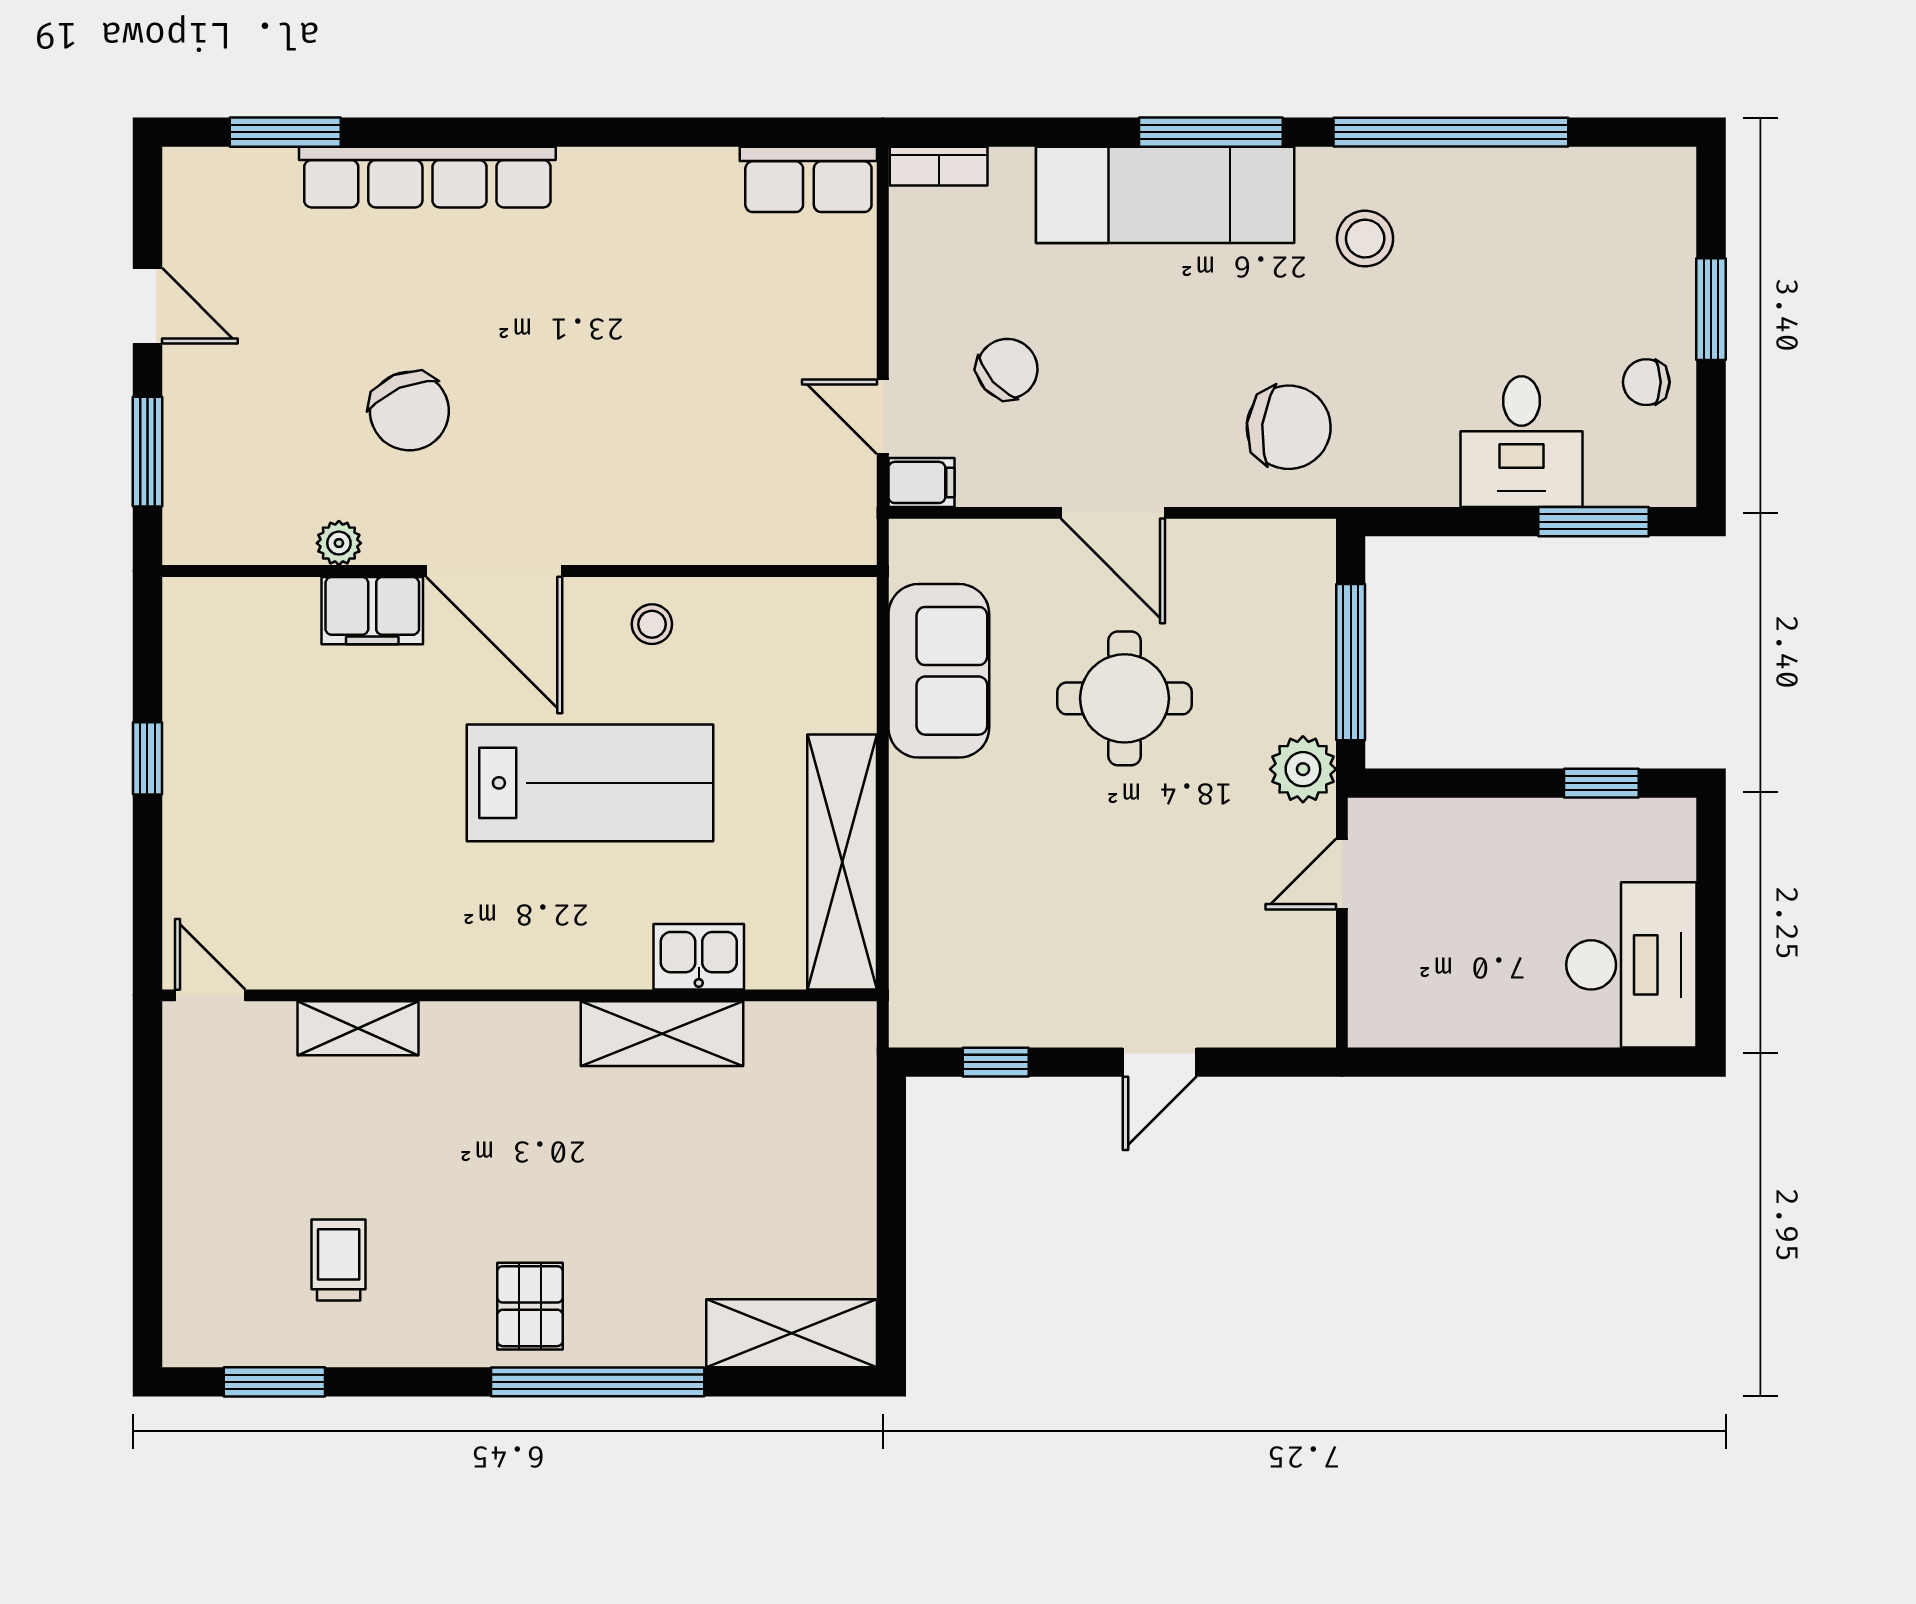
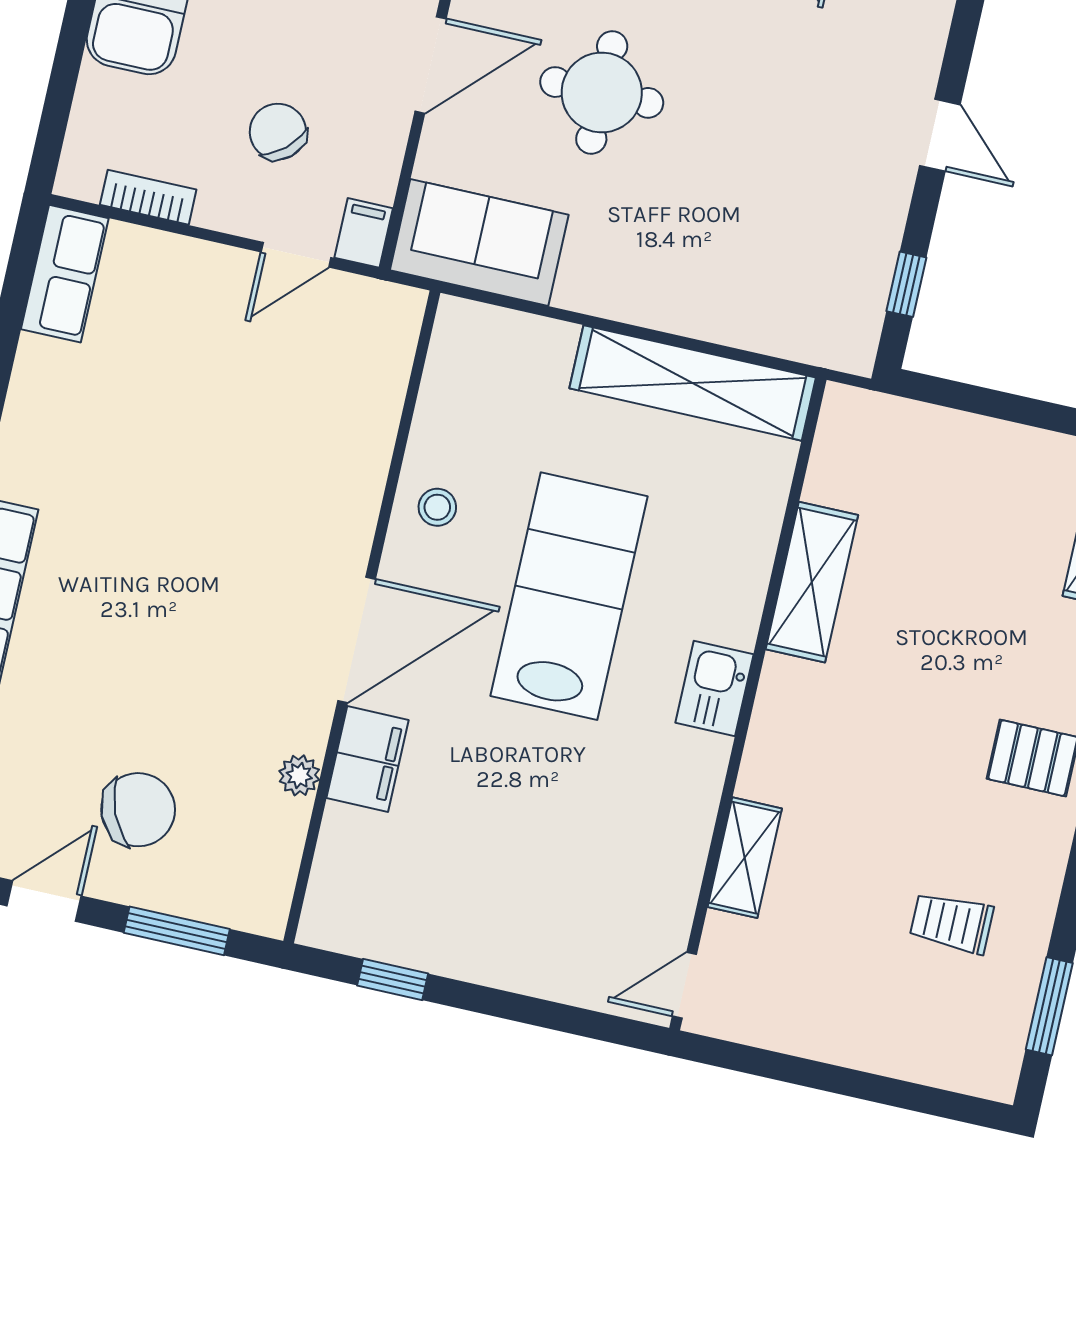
bookcase: (939, 166) -> (148, 197), moved, turned -90
chair: (409, 411) -> (138, 810), moved
sofa: (939, 671) -> (479, 242), moved
window: (147, 758) -> (393, 980), moved
kitchen sink: (699, 957) -> (714, 689), moved

